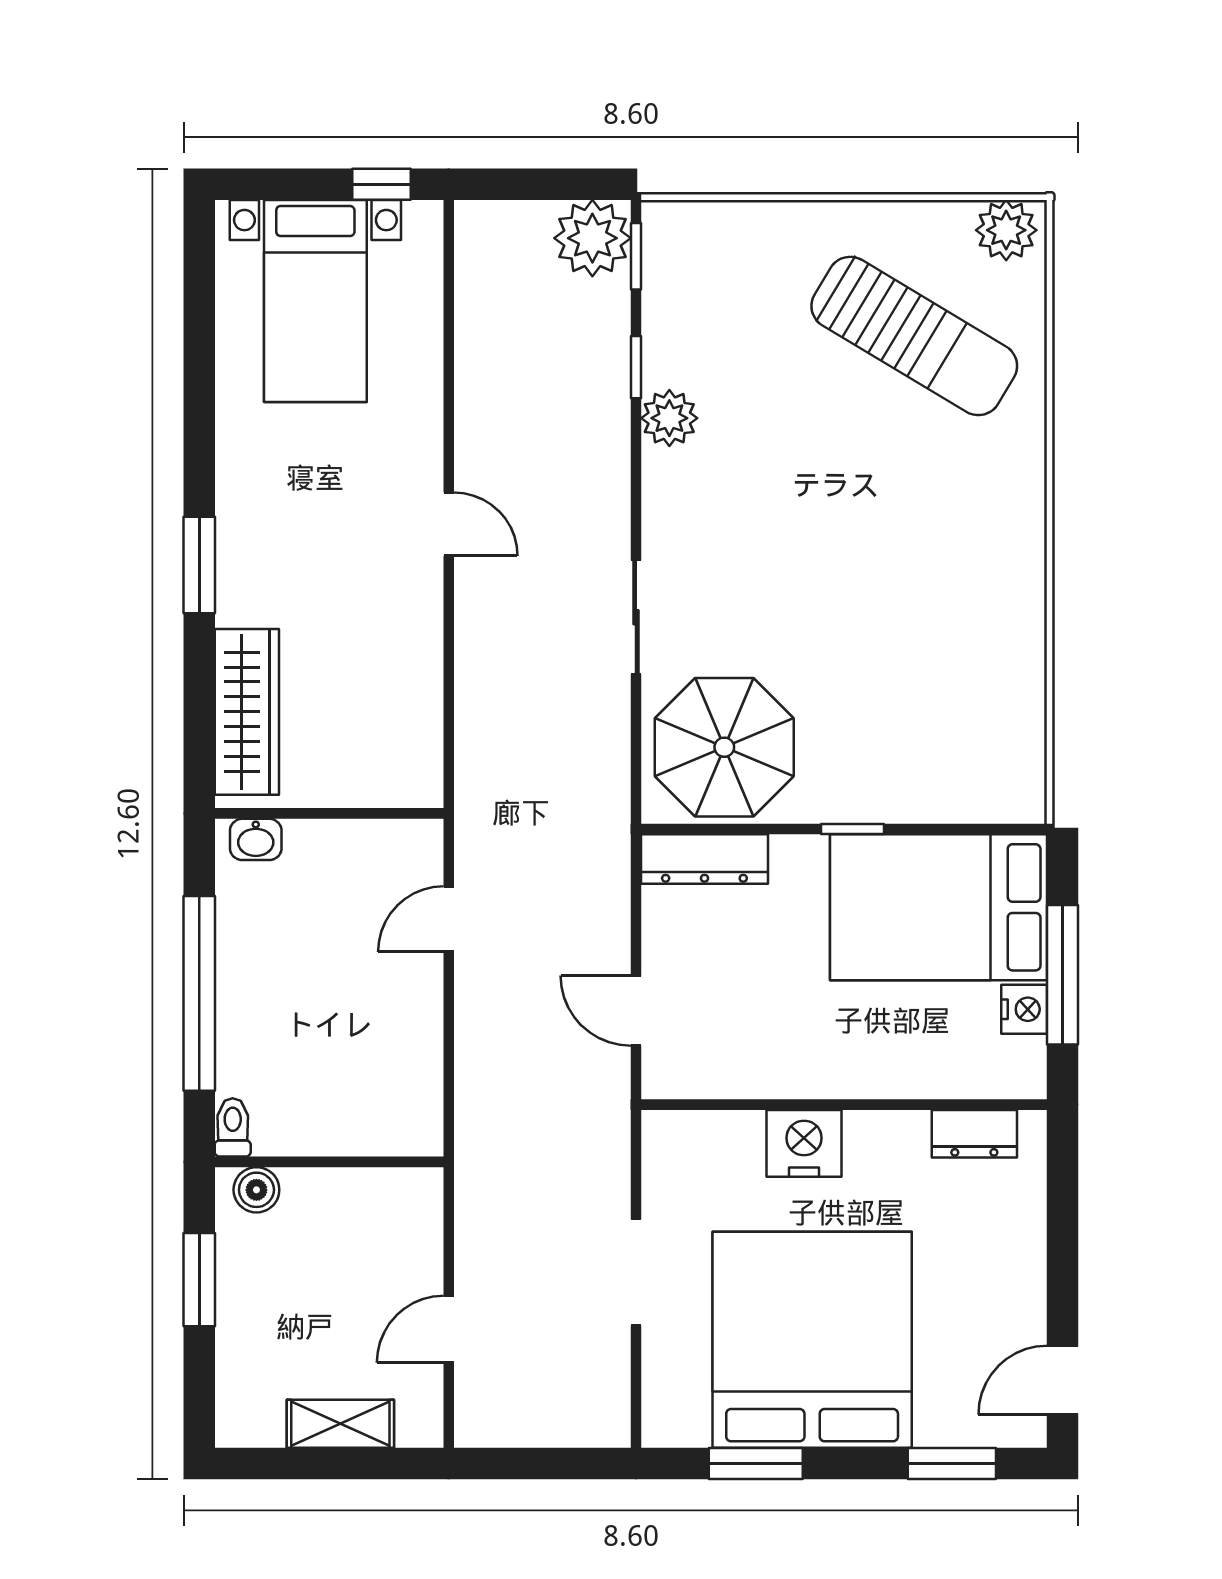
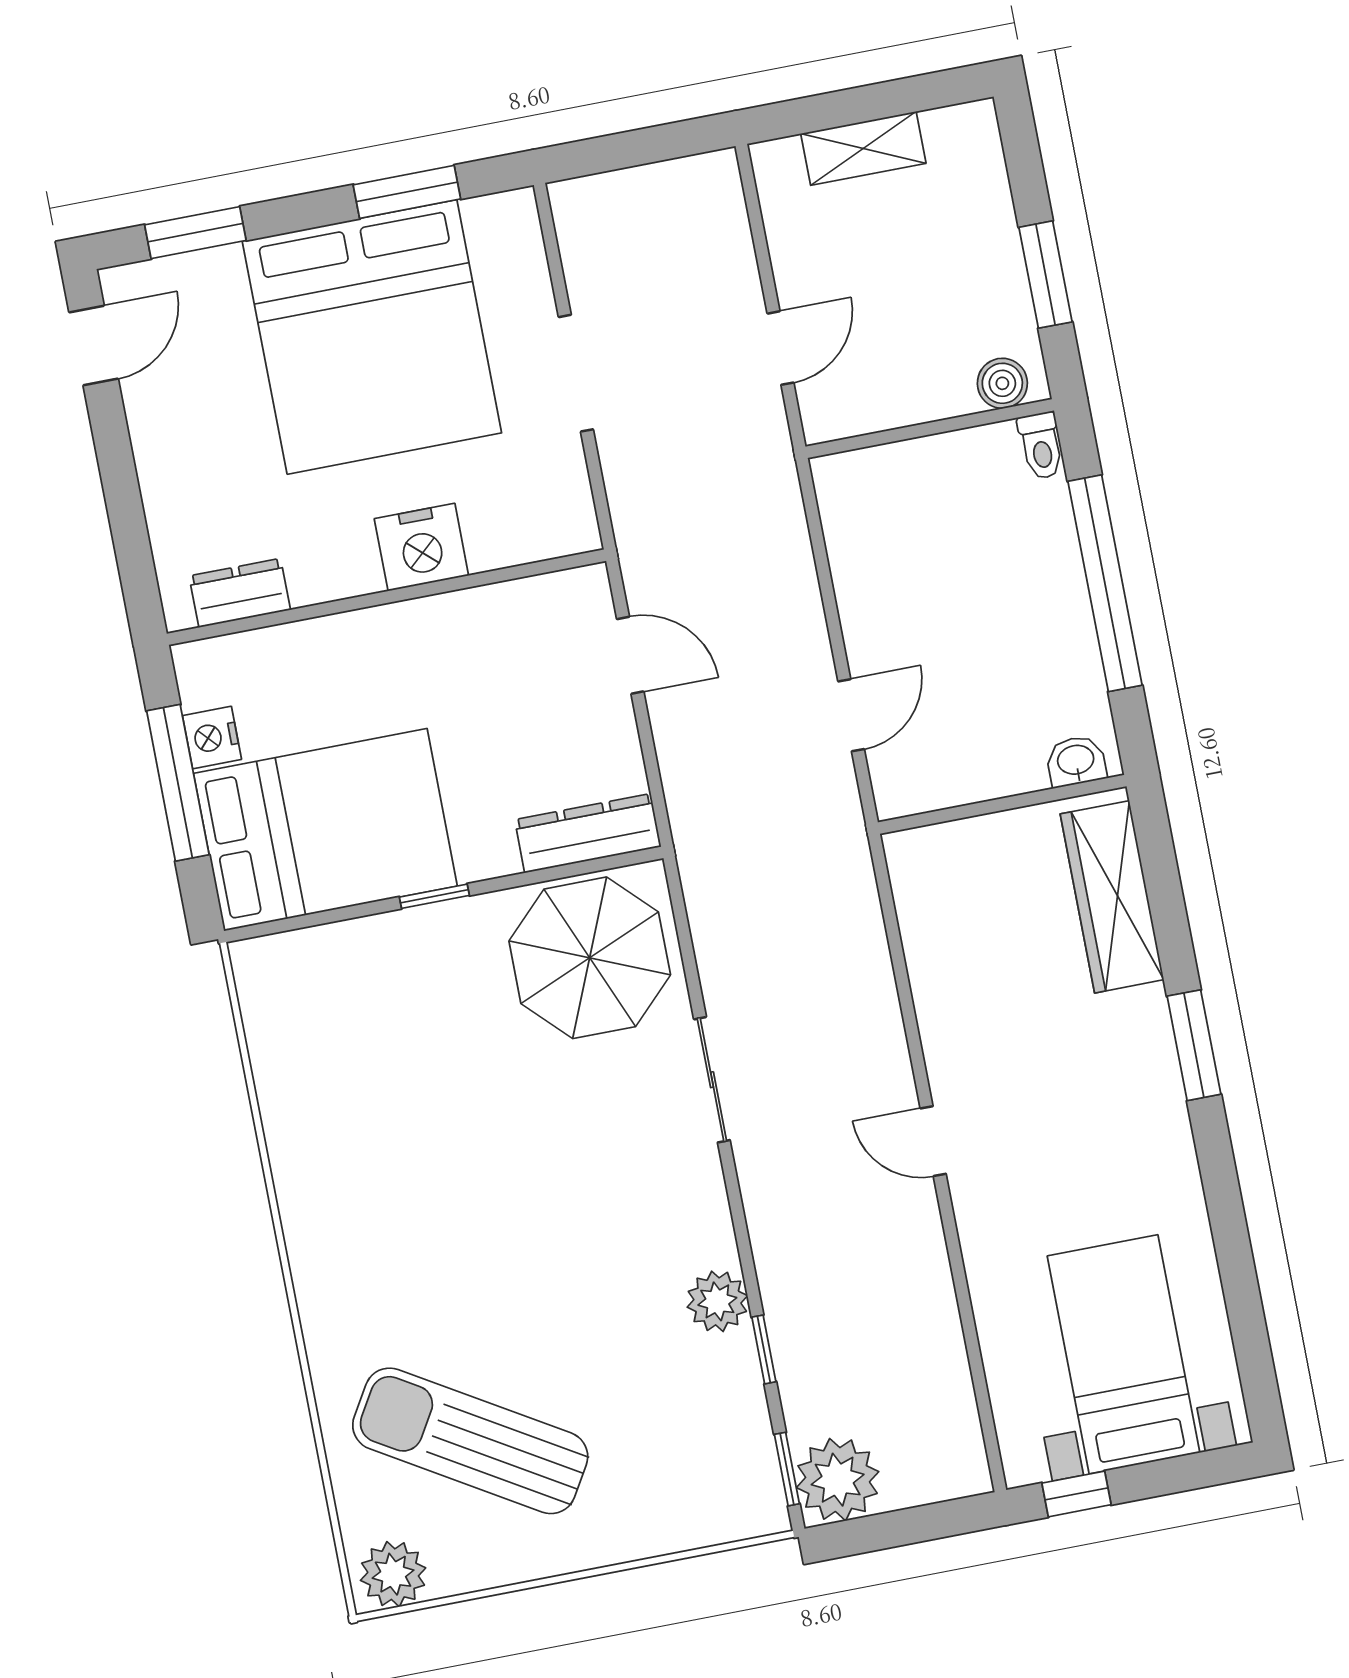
door: (449, 1329) -> (780, 348), moved

